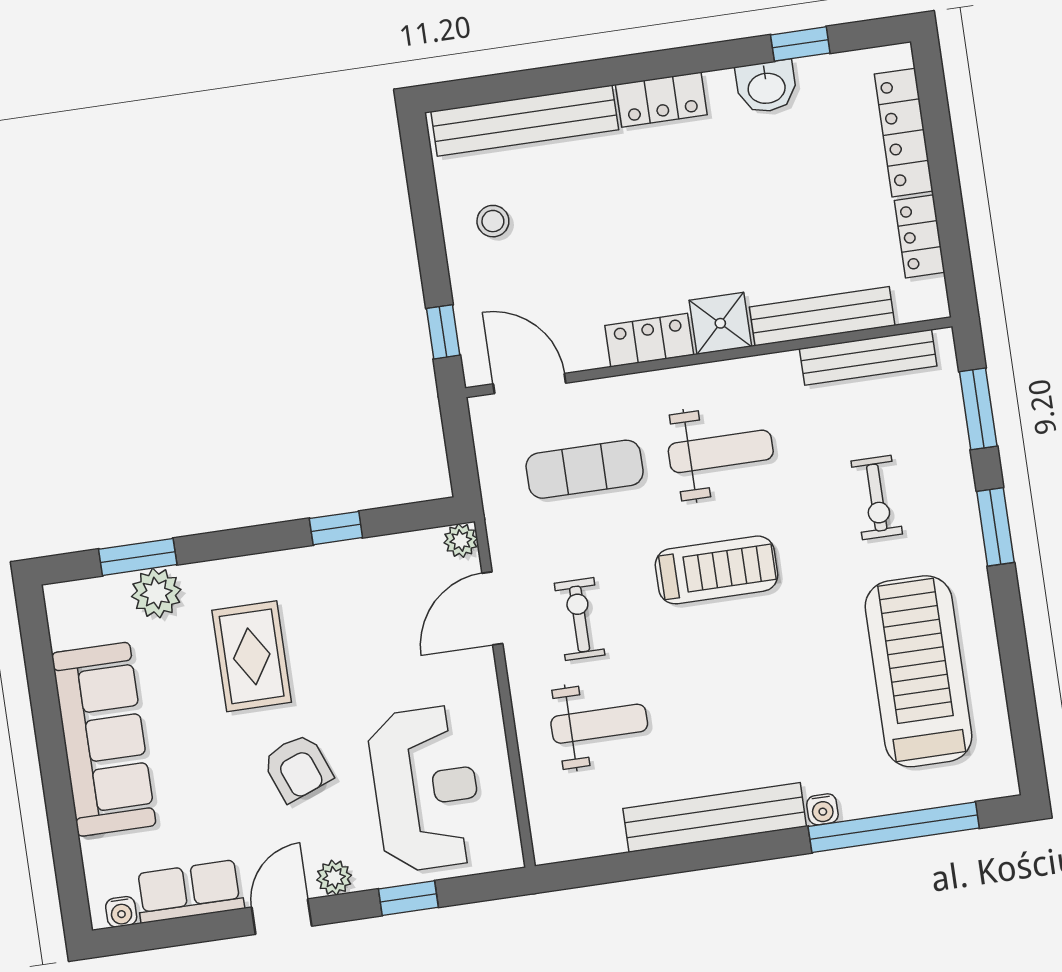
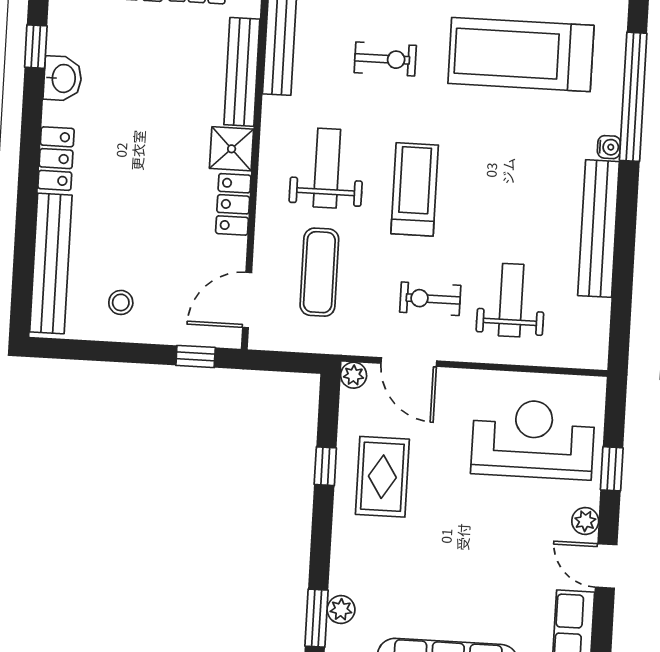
plant: (156, 593) -> (341, 610), width x0.73, depth x0.73
rug: (252, 656) -> (382, 477), moved, turned 90
armchair: (298, 768) -> (498, 531), removed

